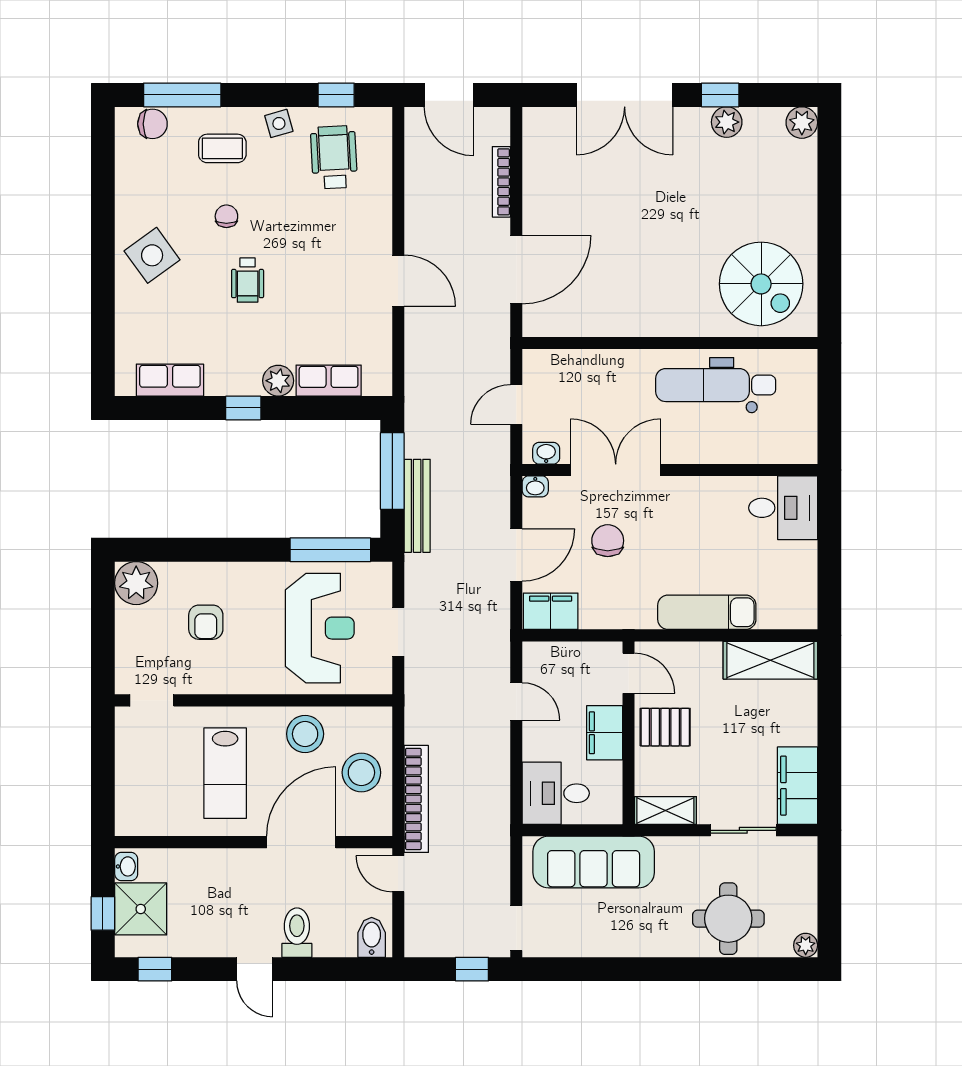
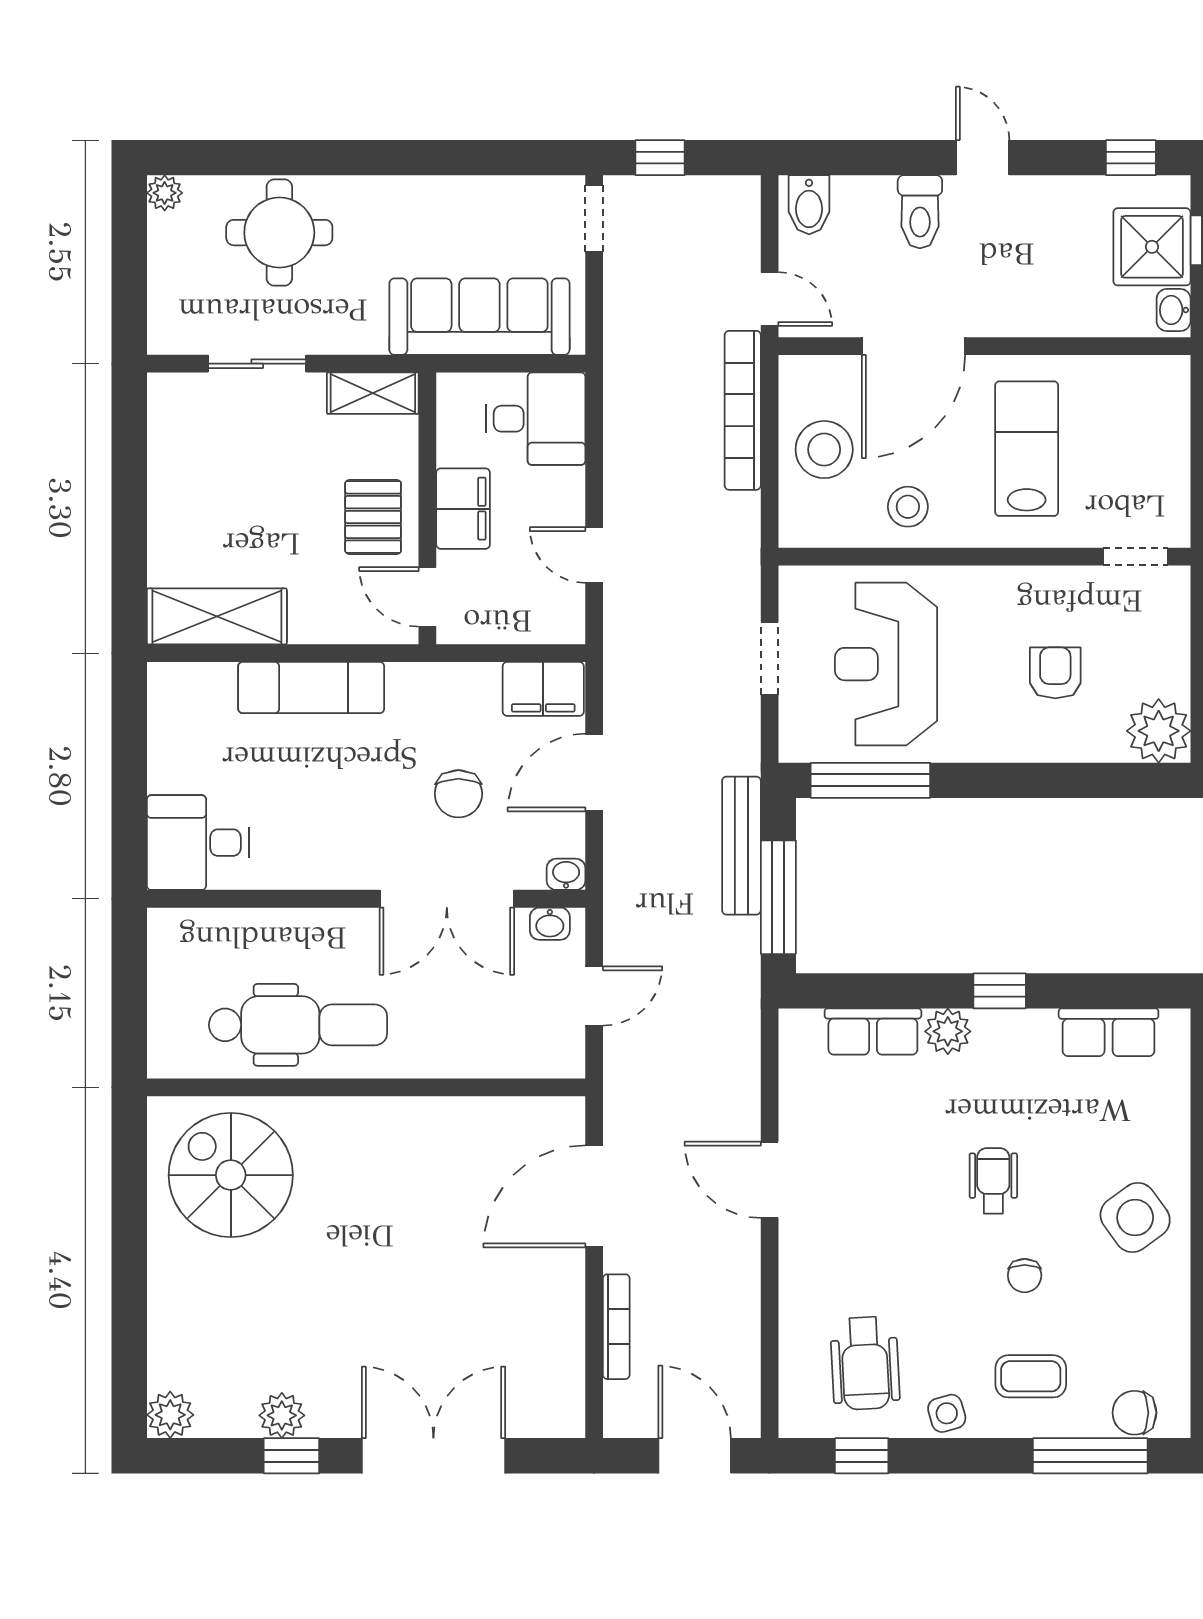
pallet: (665, 727) -> (373, 517), turned 90
stool: (305, 734) -> (908, 507), width x0.73, depth x0.73
filing cabinet: (797, 786) -> (177, 430), removed

